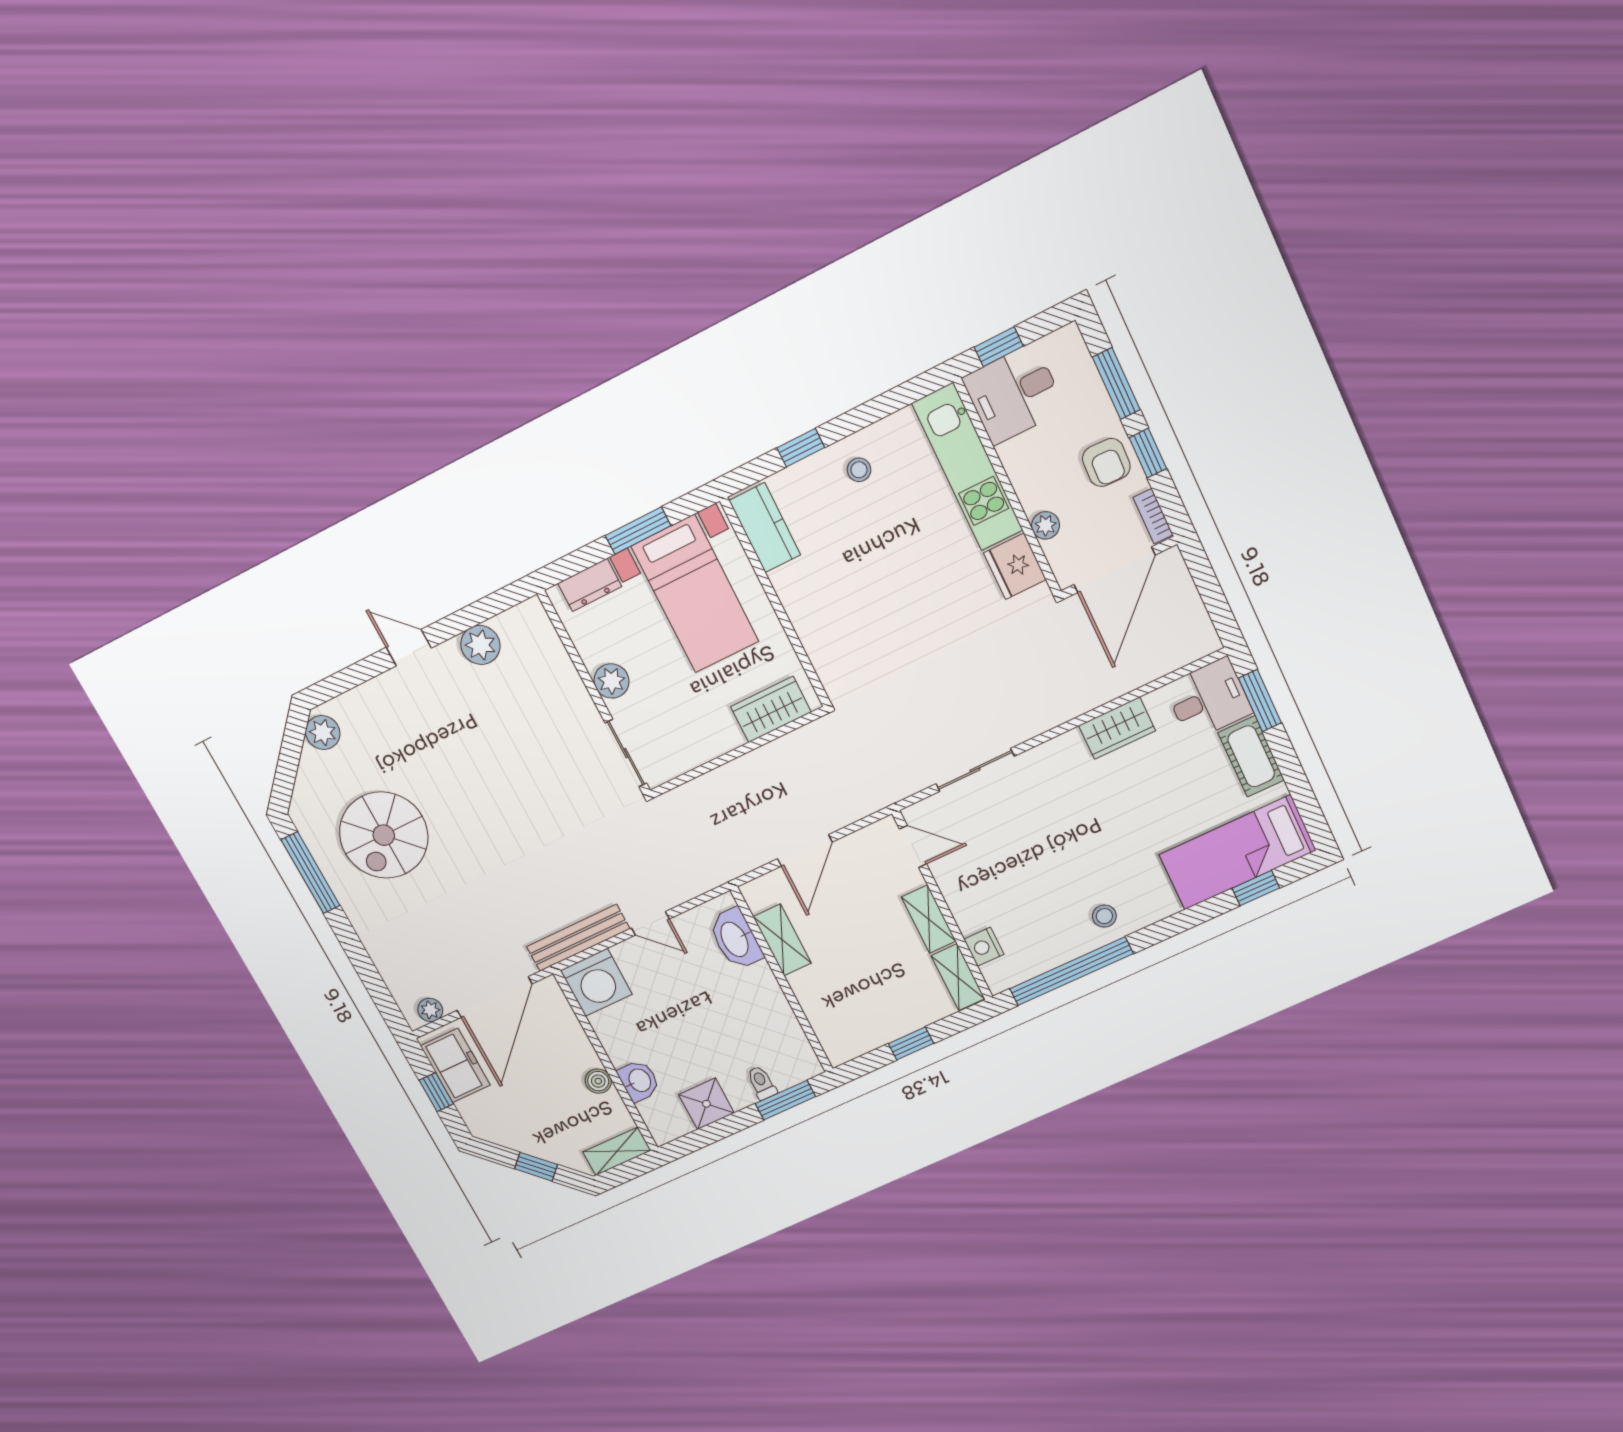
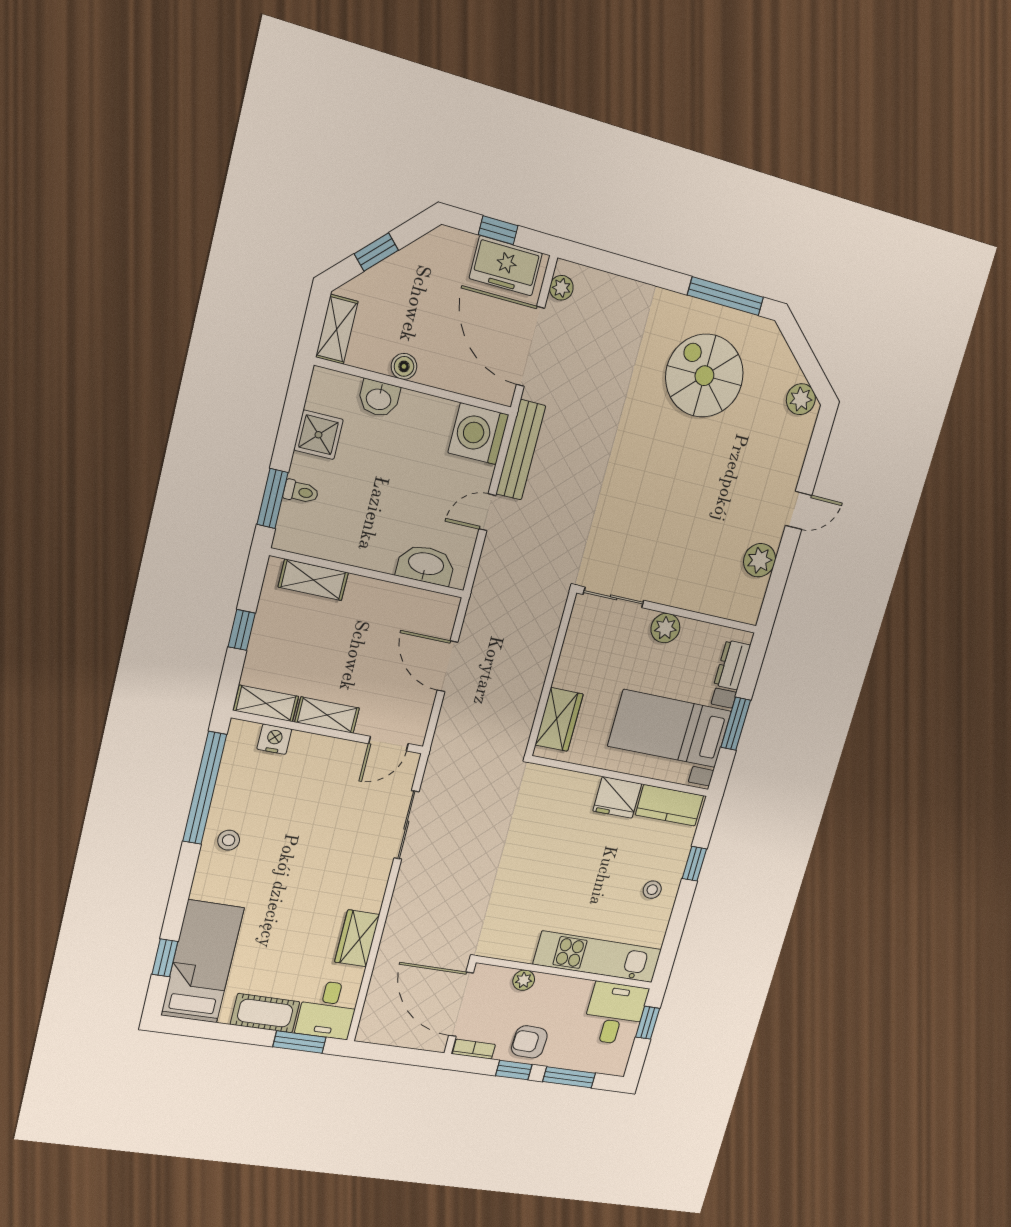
fridge: (1015, 566) -> (617, 797), moved, turned 180
shelving: (782, 940) -> (313, 580), moved

